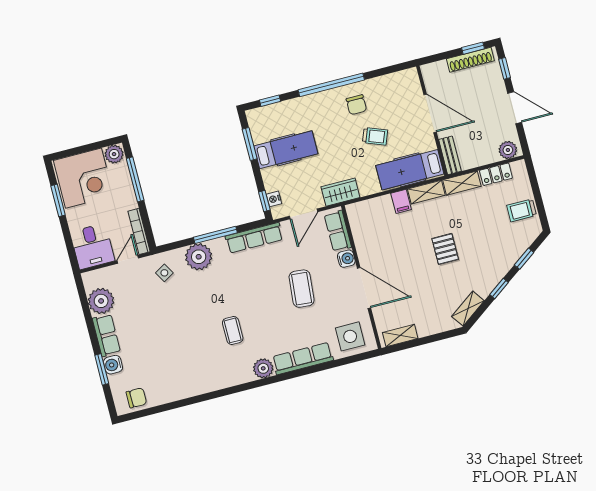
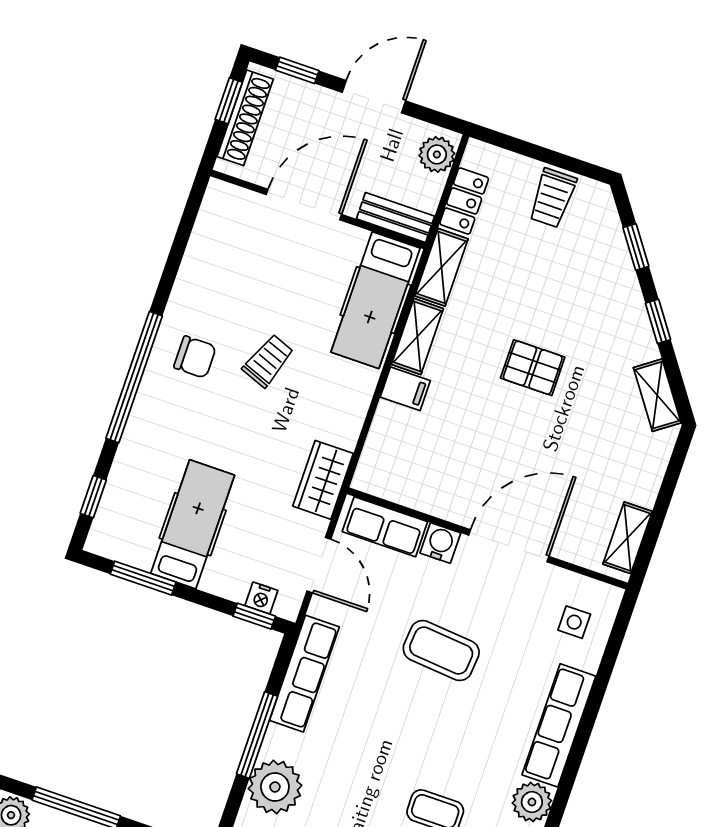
door: (430, 113) -> (304, 205), moved
wall: (432, 121) -> (318, 209), moved
bench: (450, 155) -> (396, 218), moved
hospital bed: (410, 170) -> (376, 300), moved
side table: (350, 336) -> (574, 622), width x0.54, depth x0.54

